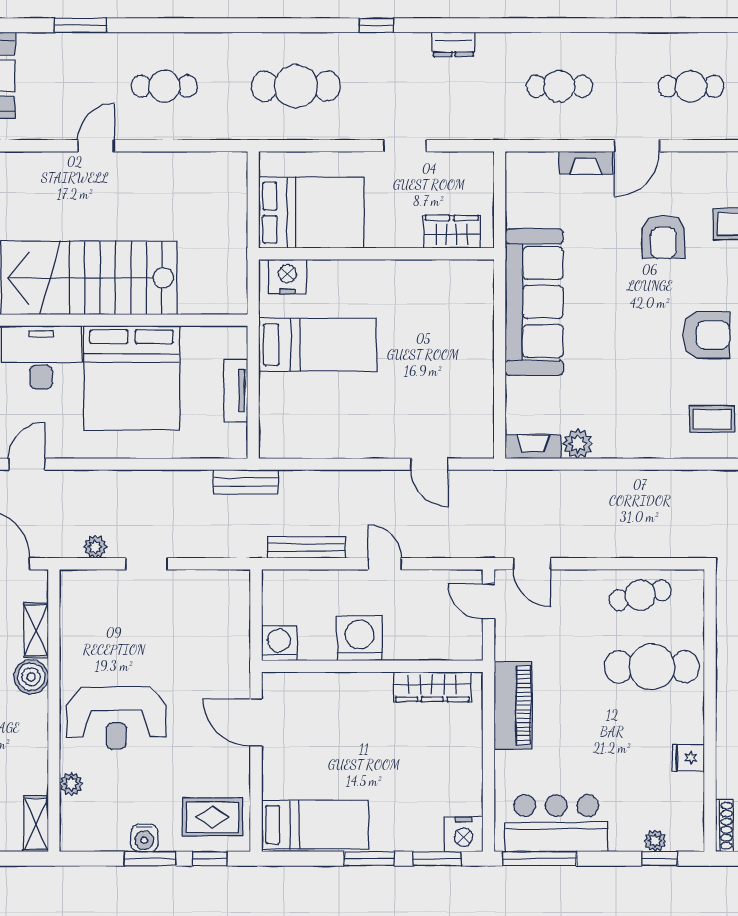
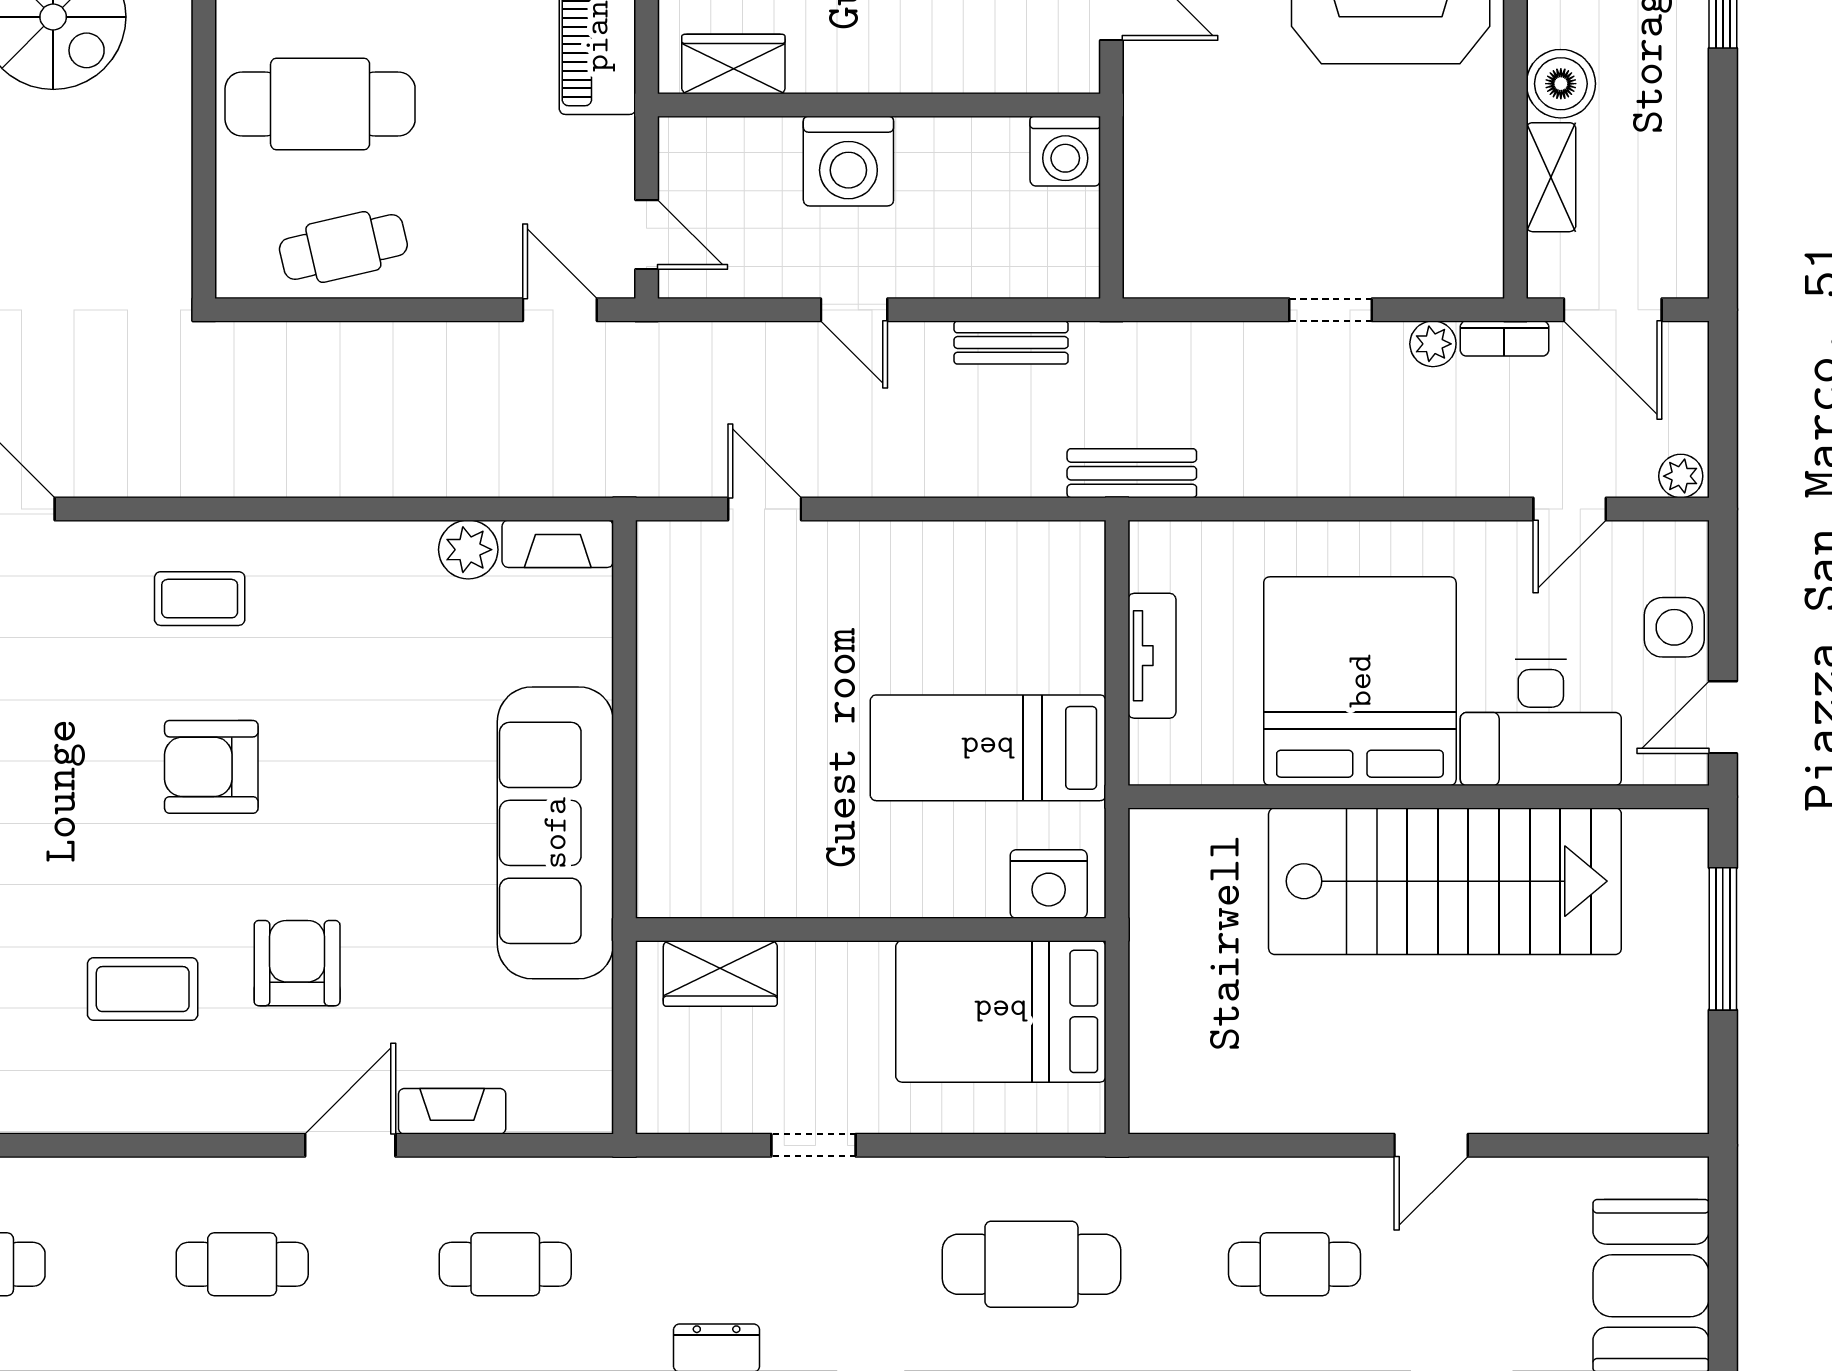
bench: (306, 547) -> (1011, 343), width x0.73
bookcase: (59, 549) -> (1504, 338), added
washing machine: (359, 638) -> (848, 161), moved
wardrobe: (432, 687) -> (733, 64), width x0.67

